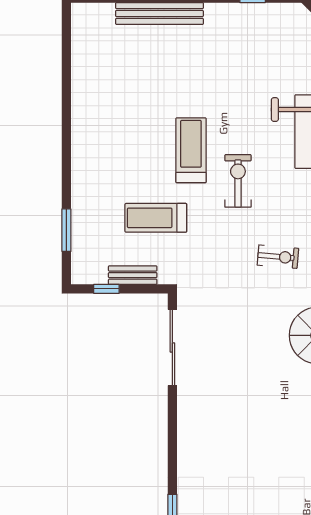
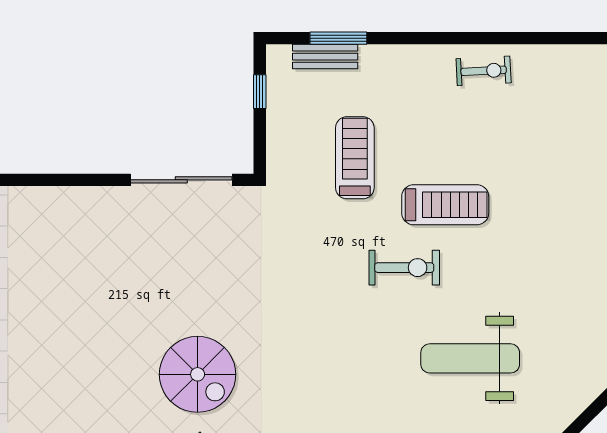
exercise bike: (278, 257) -> (484, 71), moved, turned -98
bench: (133, 275) -> (325, 57), moved, turned 90

